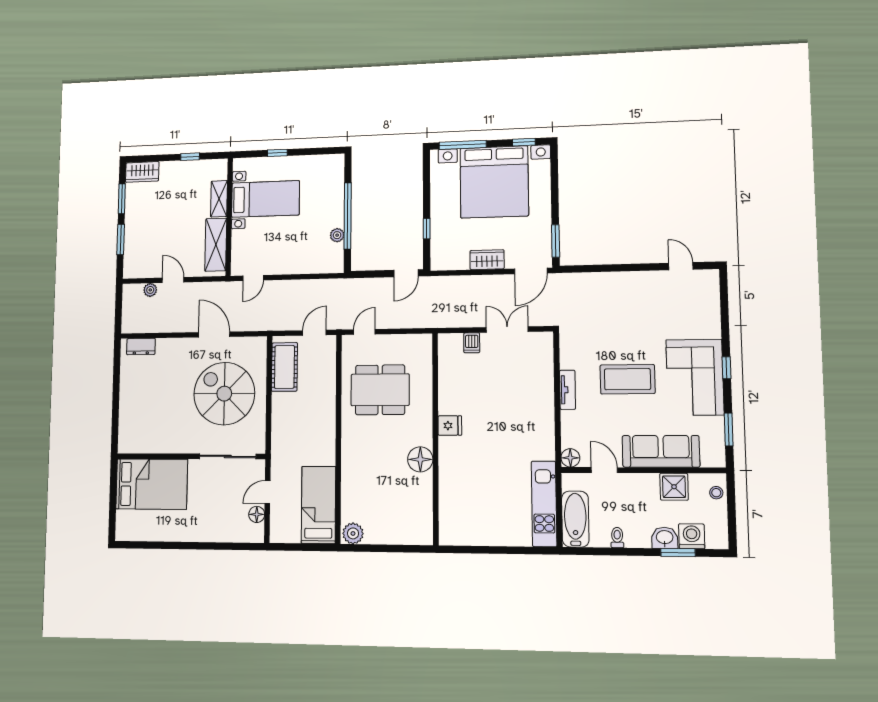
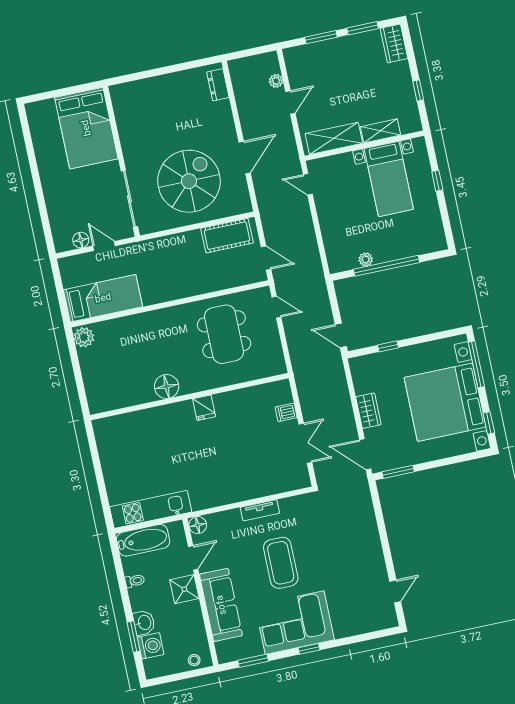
shower: (674, 487) -> (184, 589), moved

